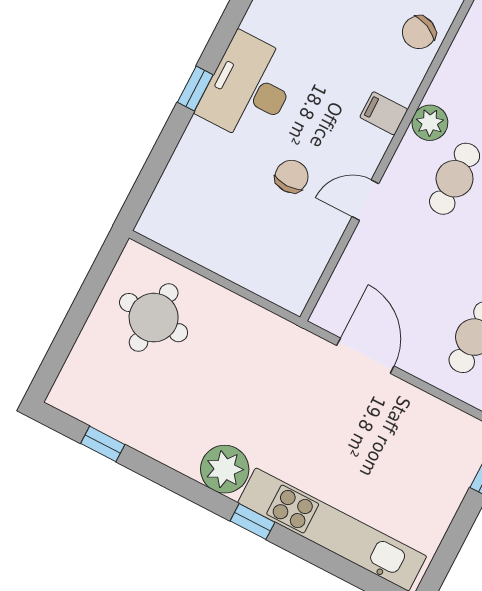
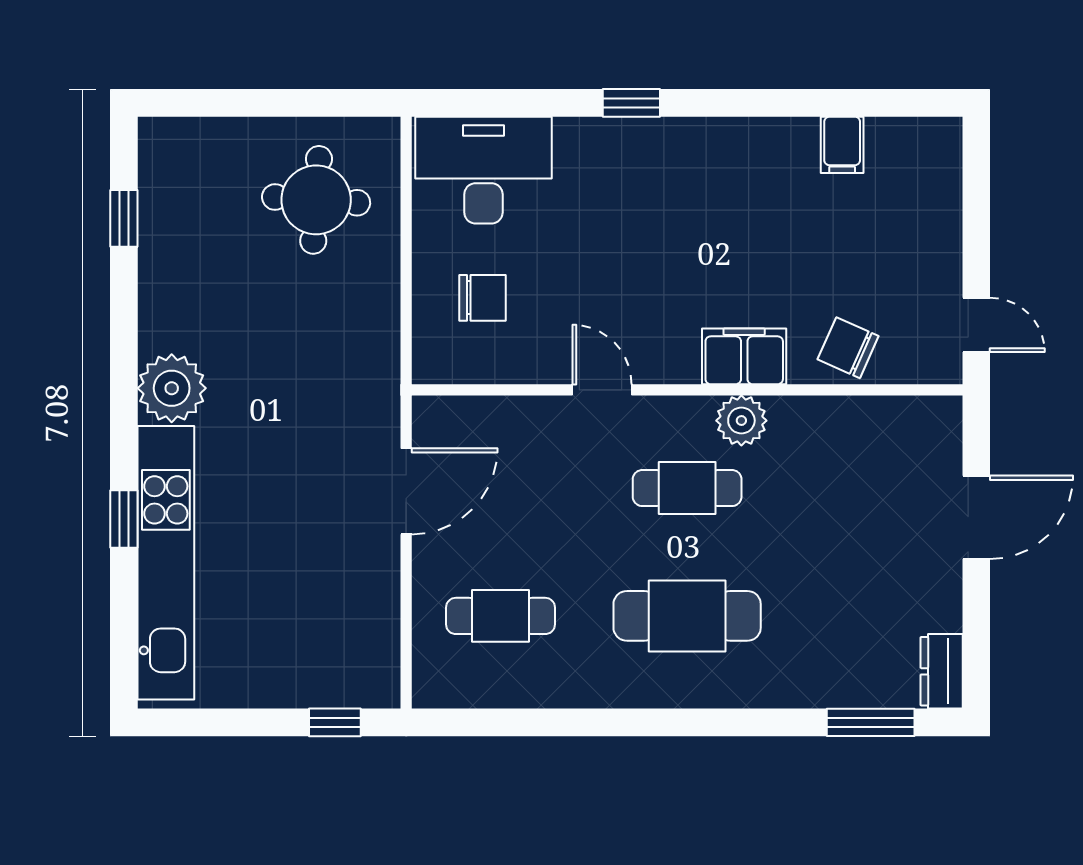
desk: (249, 88) -> (483, 170), moved
filing cabinet: (384, 113) -> (744, 356), width x2.00
chair: (292, 177) -> (483, 298), moved
window: (252, 522) -> (124, 519), moved

